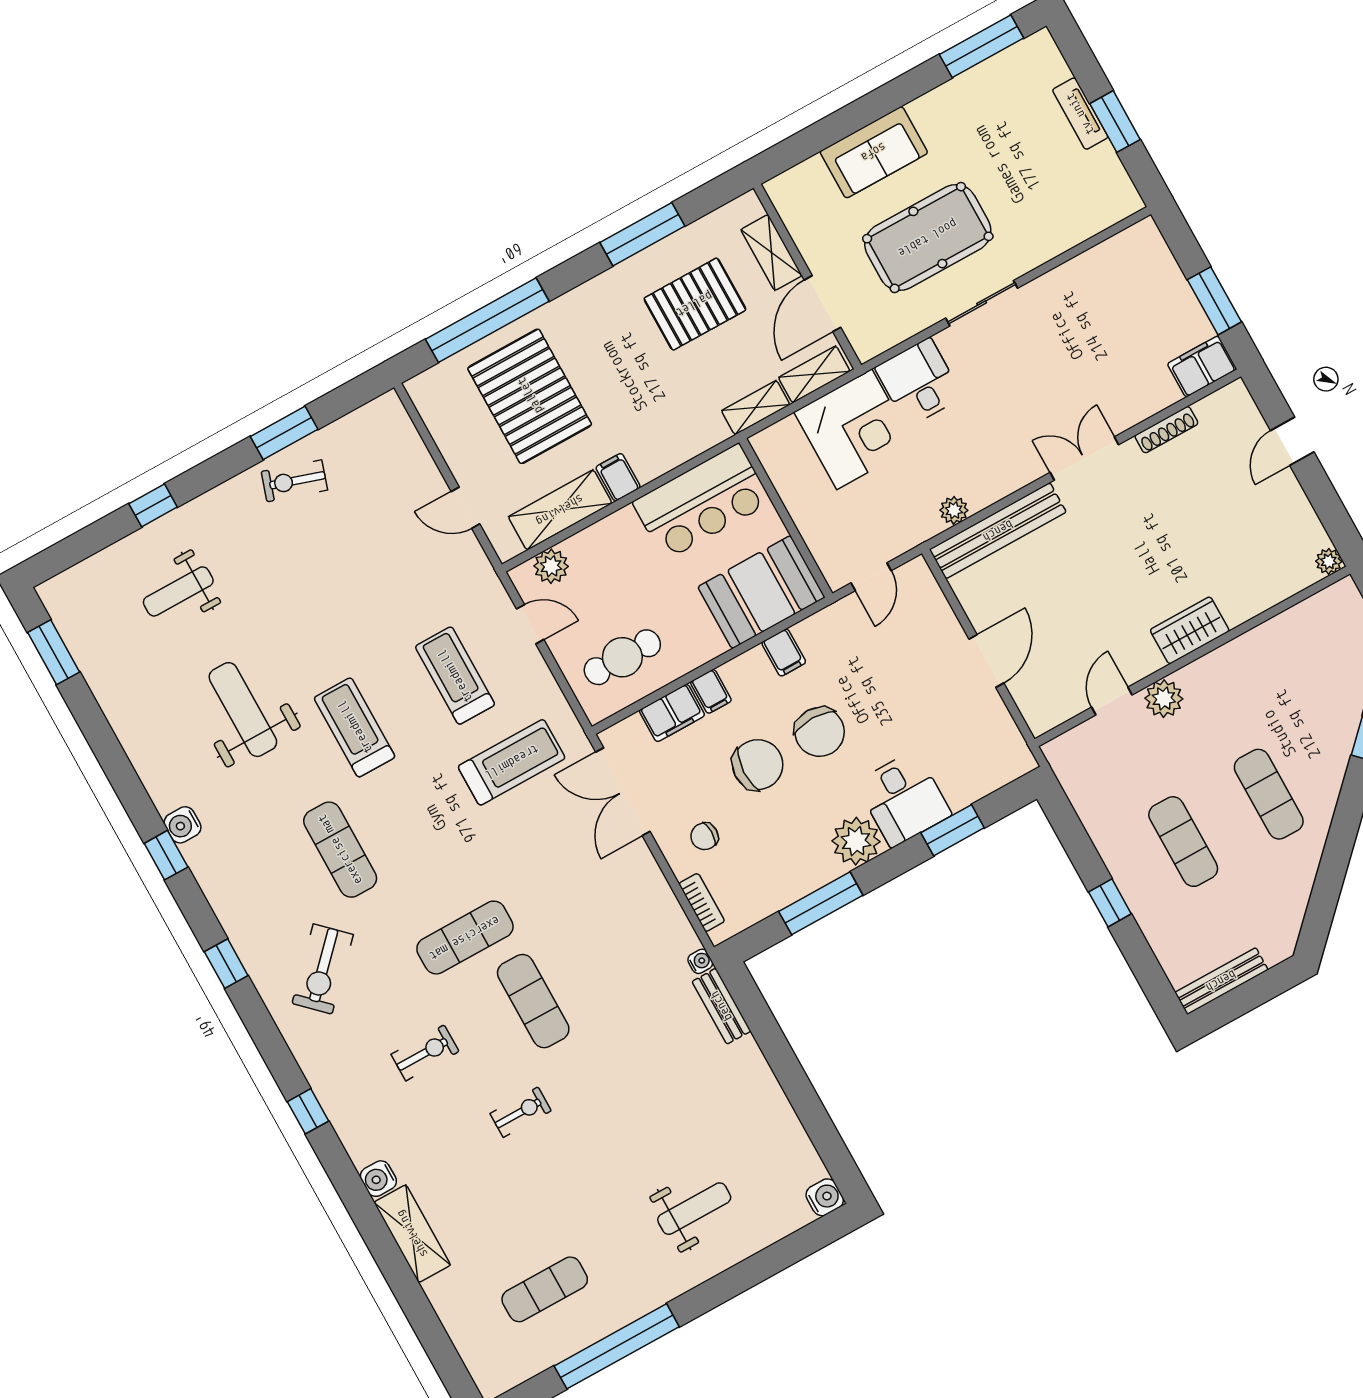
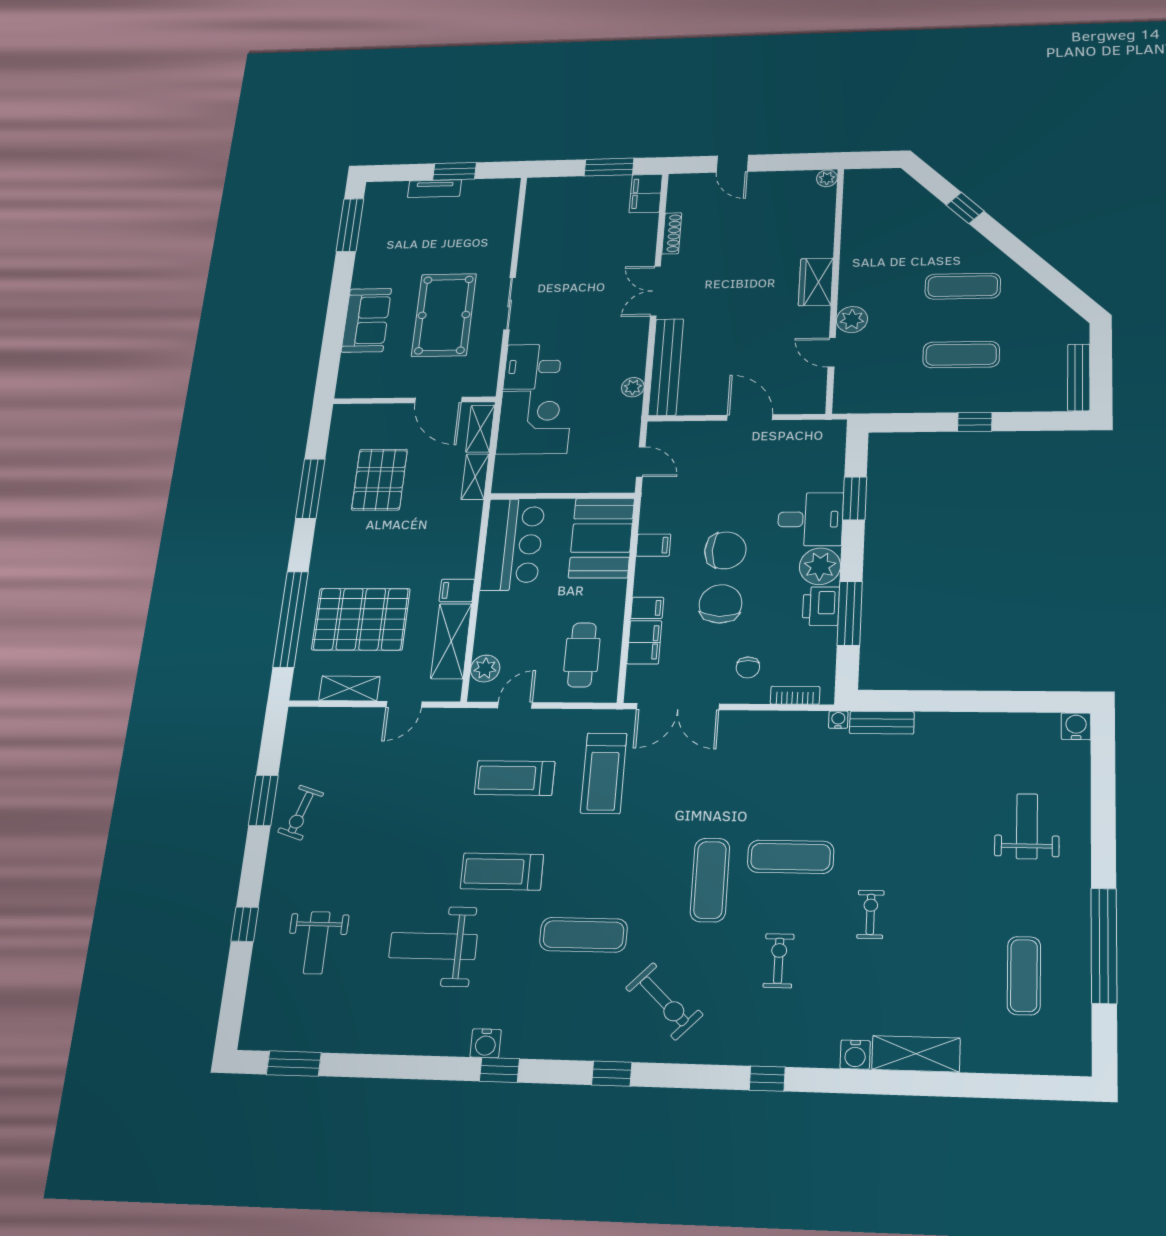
shelving: (771, 252) -> (349, 688), moved
treadmill: (512, 762) -> (604, 773), turned 180
printer: (812, 869) -> (821, 606), added

